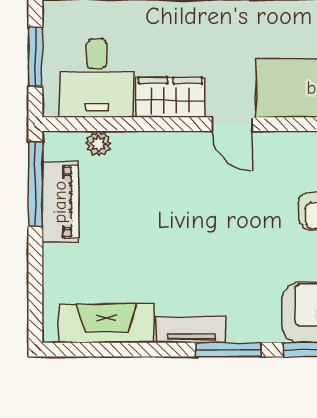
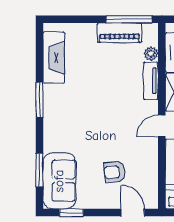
tv unit: (191, 330) -> (151, 81), moved, turned 180
window: (228, 350) -> (39, 100), moved

